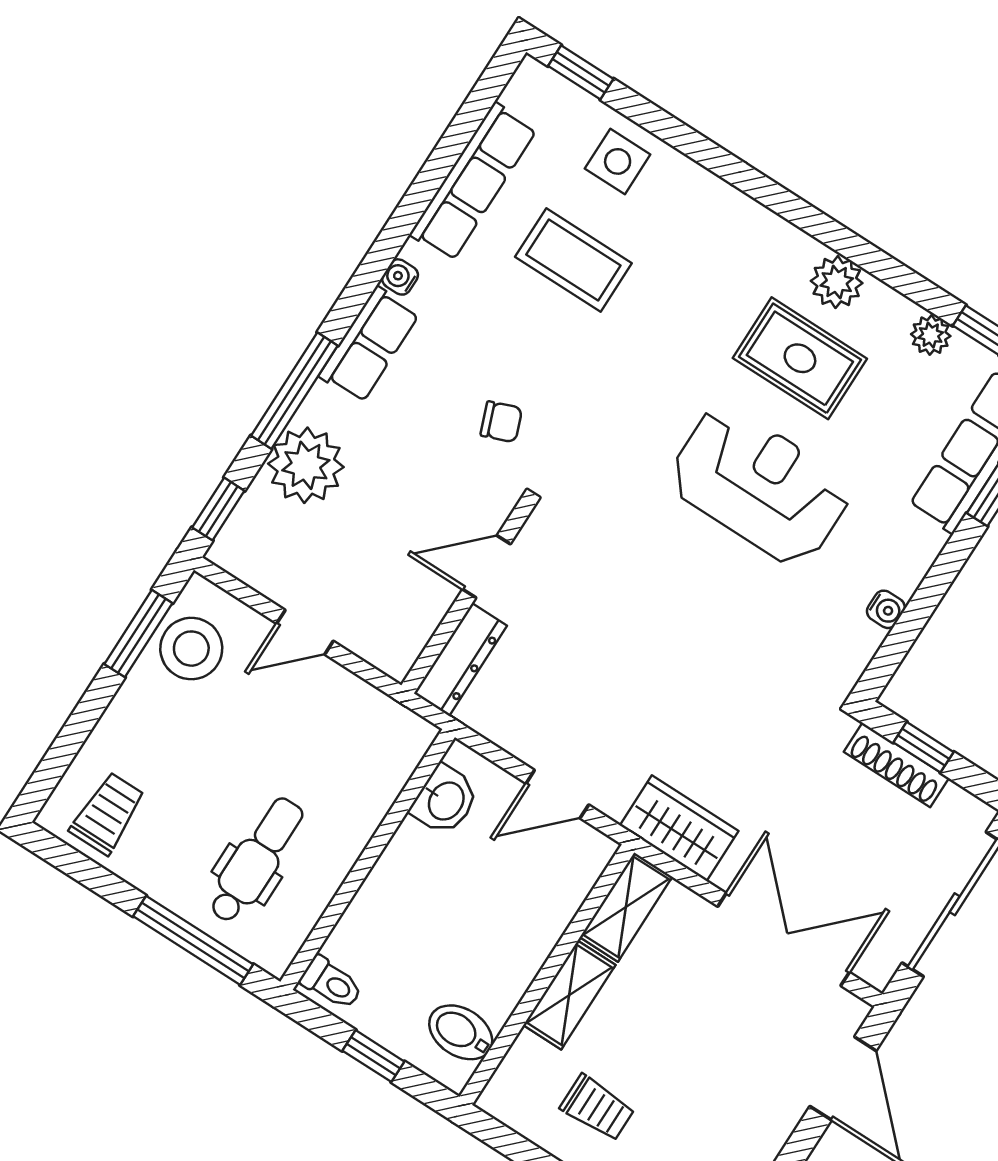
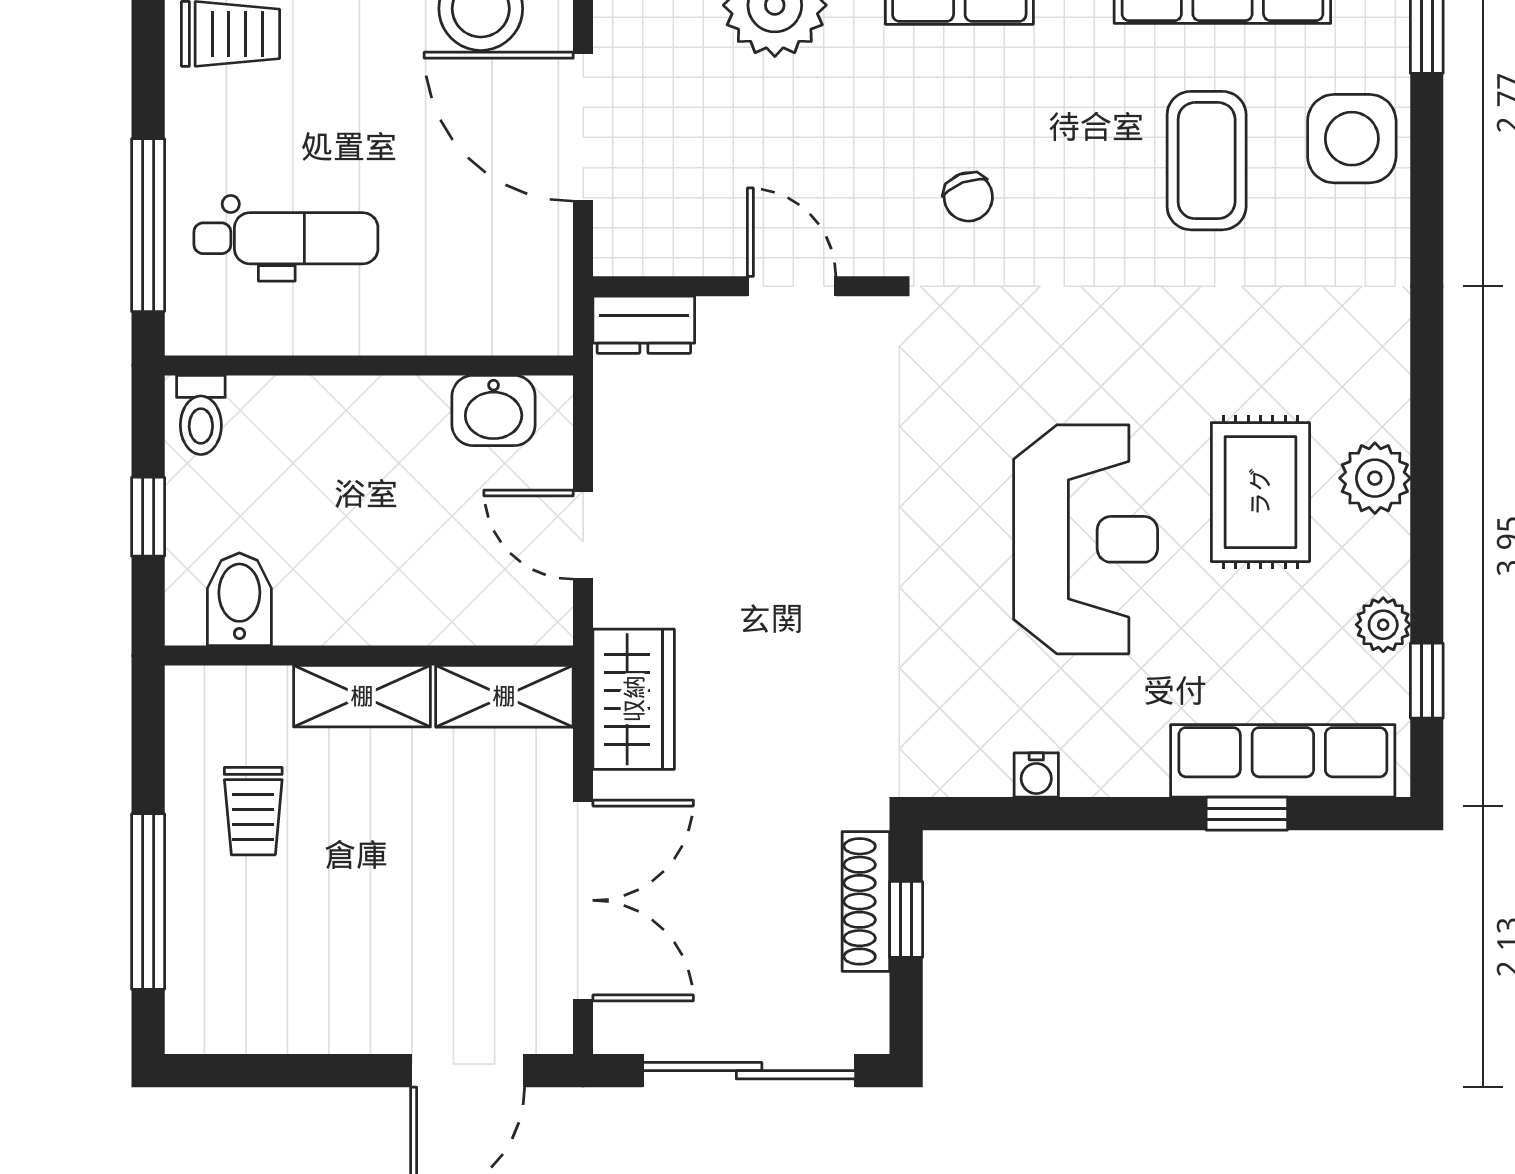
side table: (618, 161) -> (1352, 139), width x1.37, depth x1.37
door: (305, 632) -> (583, 127), width x1.87
dresser: (460, 659) -> (644, 325), width x0.70

